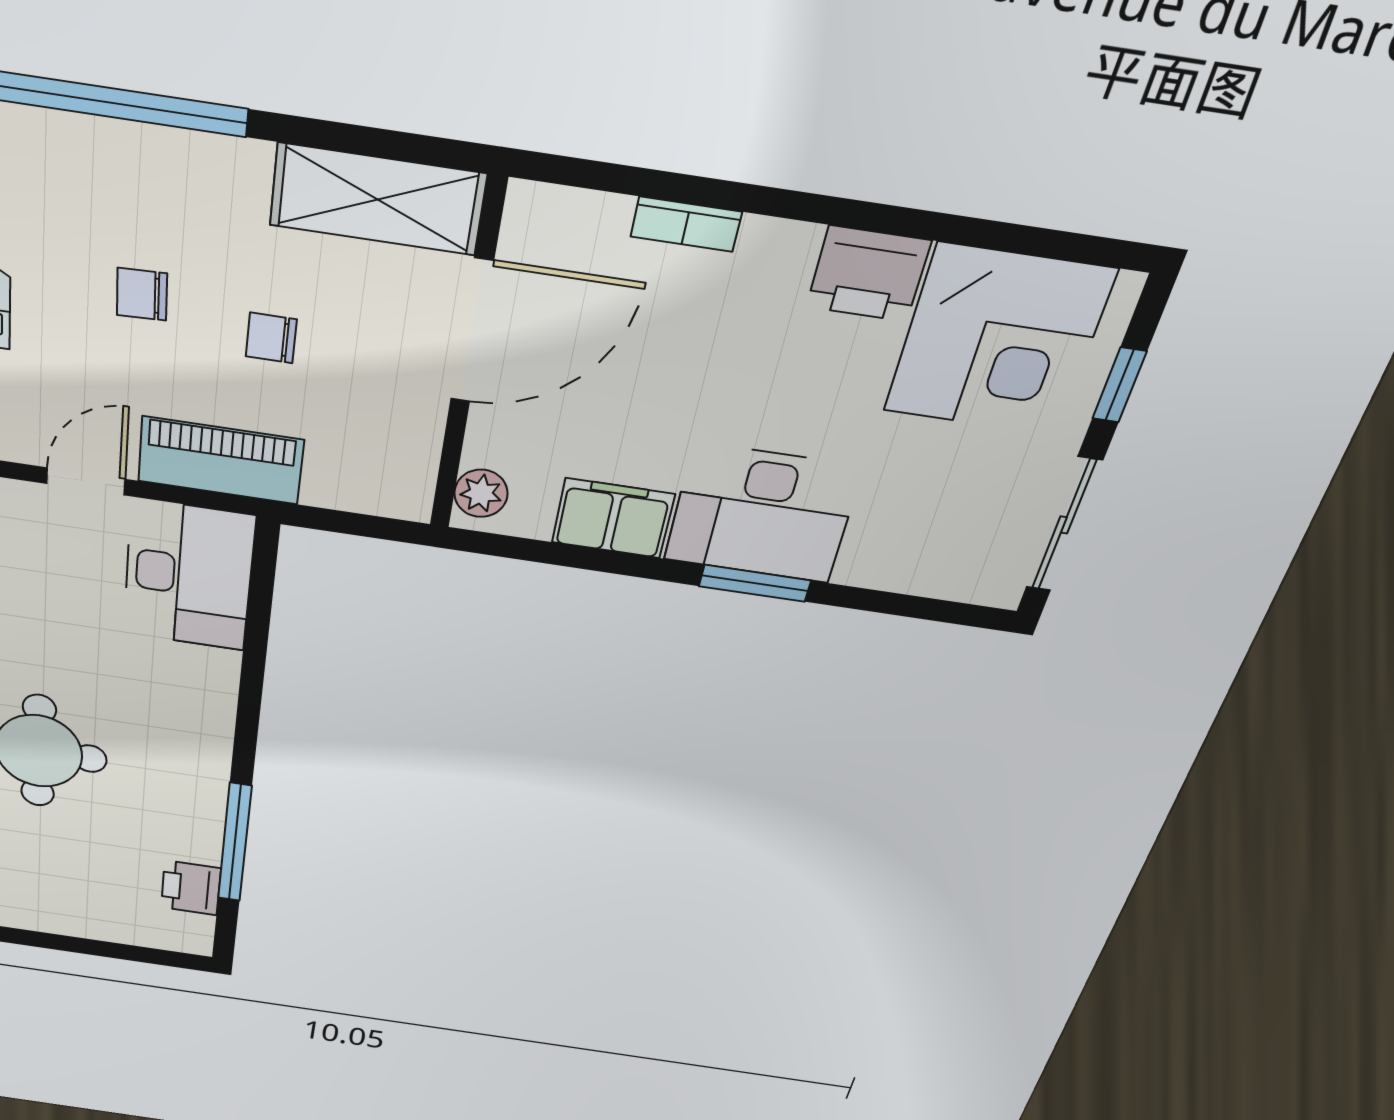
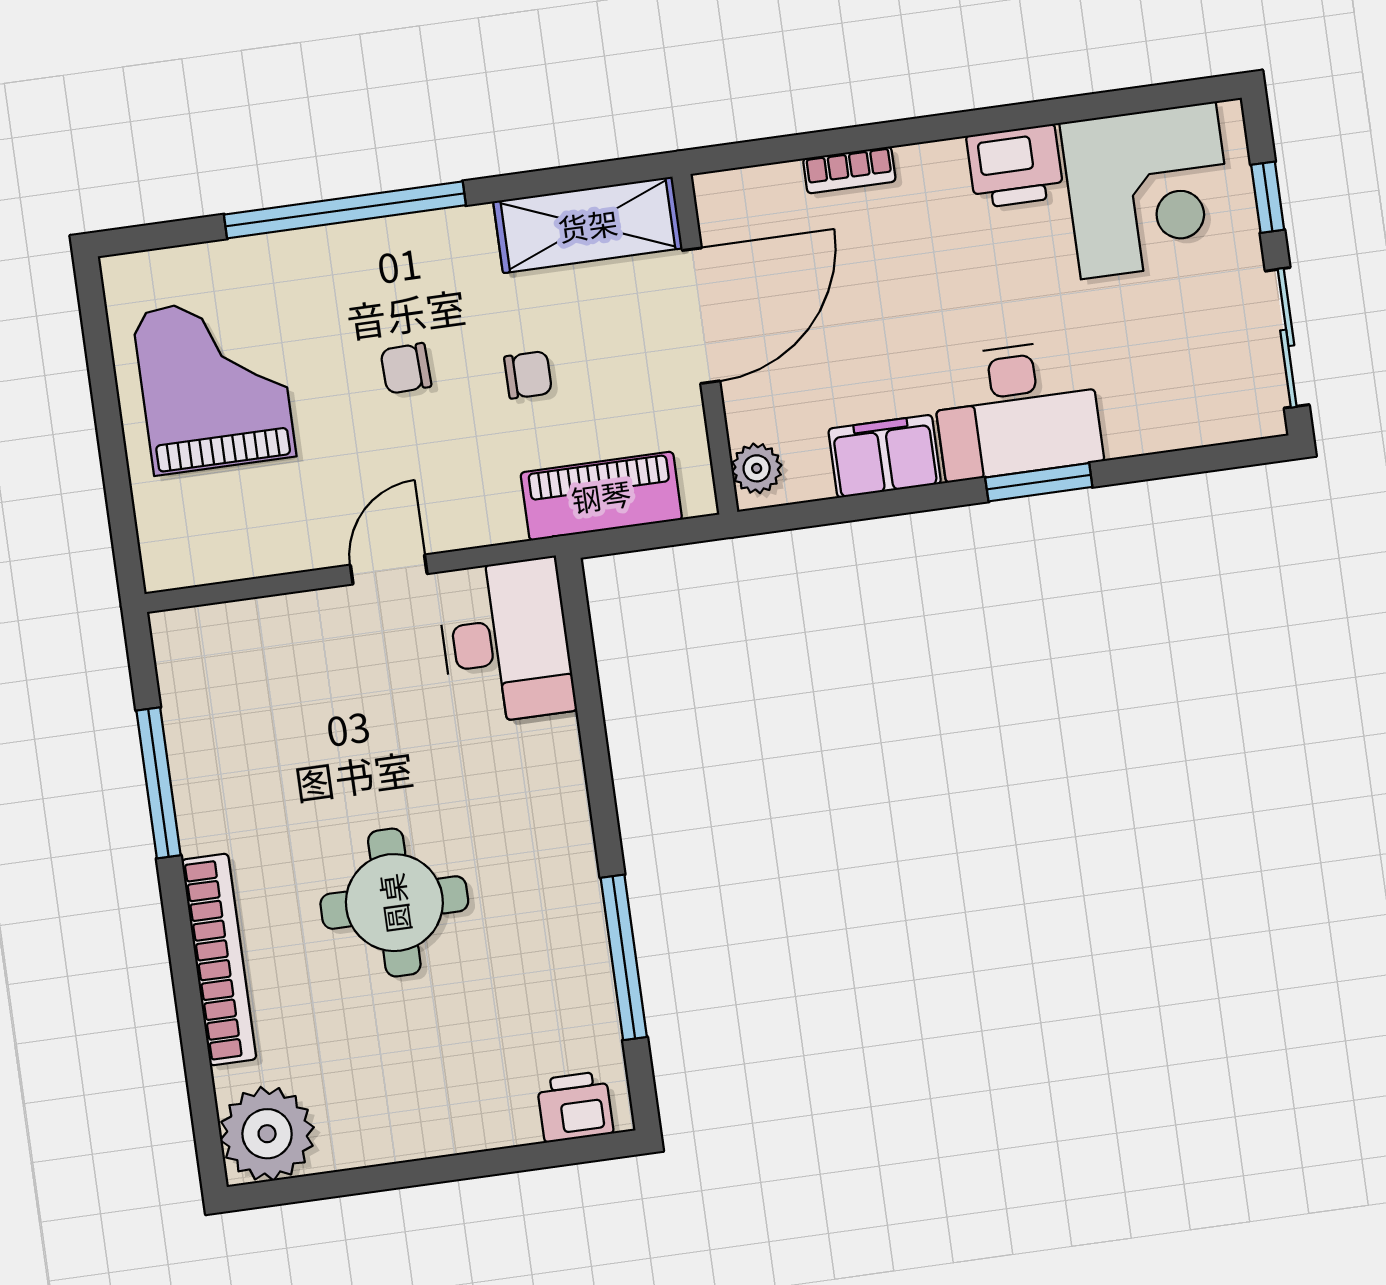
chair: (271, 338) -> (528, 375), turned 180
piano: (221, 461) -> (601, 496), moved
printer: (191, 888) -> (575, 1107), moved, turned 90

